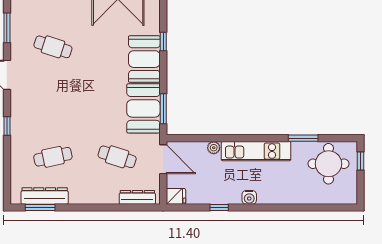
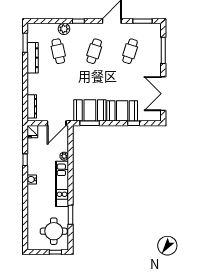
plant: (19, 148) -> (64, 29), added
cafe table: (117, 157) -> (94, 51), moved
dresser: (45, 196) -> (33, 58), moved

